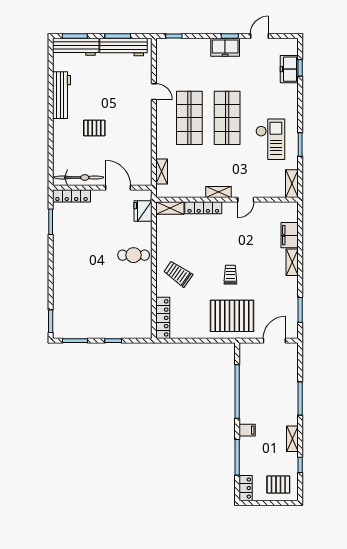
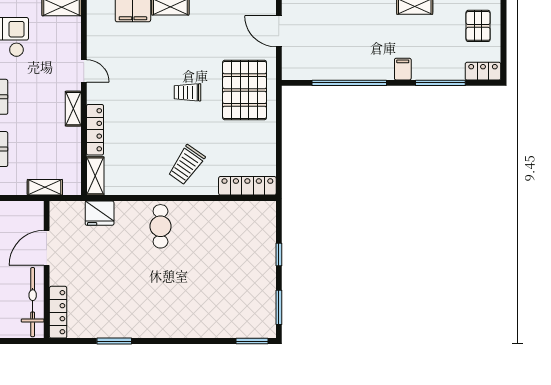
bicycle: (79, 177) -> (33, 302), moved
wall: (102, 188) -> (47, 270), moved
door: (118, 188) -> (47, 248), moved
locker: (71, 196) -> (58, 312), moved

